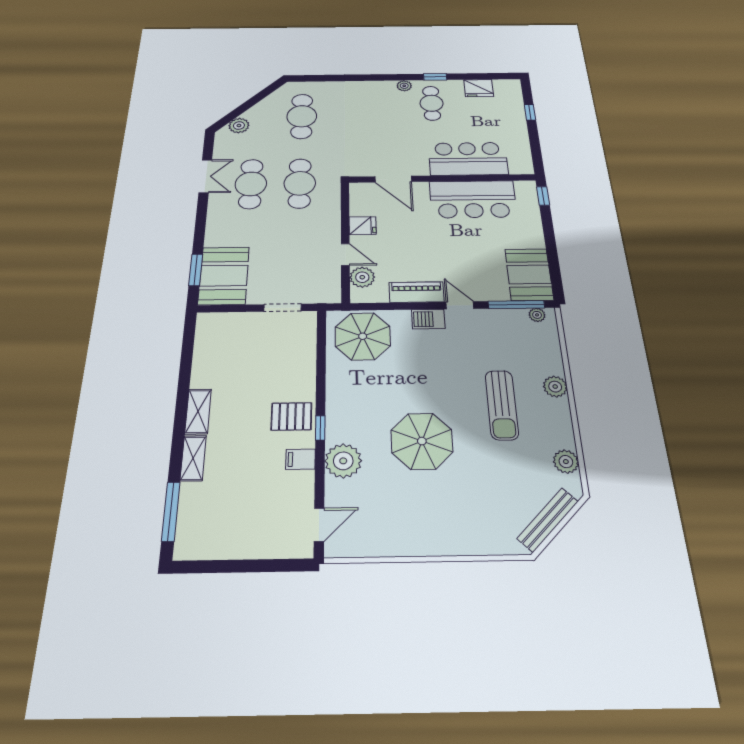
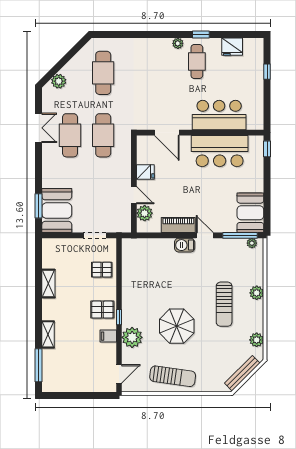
parasol: (363, 336) -> (144, 257), removed
pallet: (292, 356) -> (102, 270), added
shelving: (198, 411) -> (48, 284), moved
sun lounger: (419, 527) -> (173, 376), added

